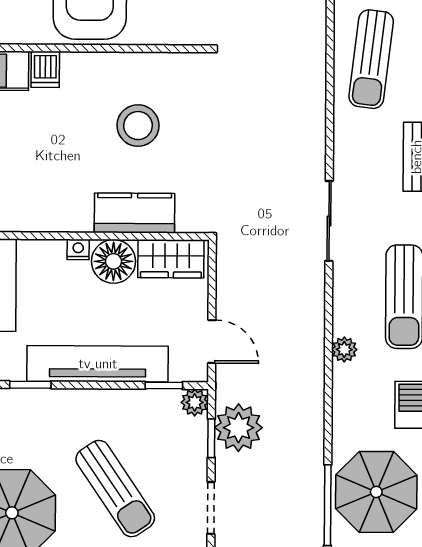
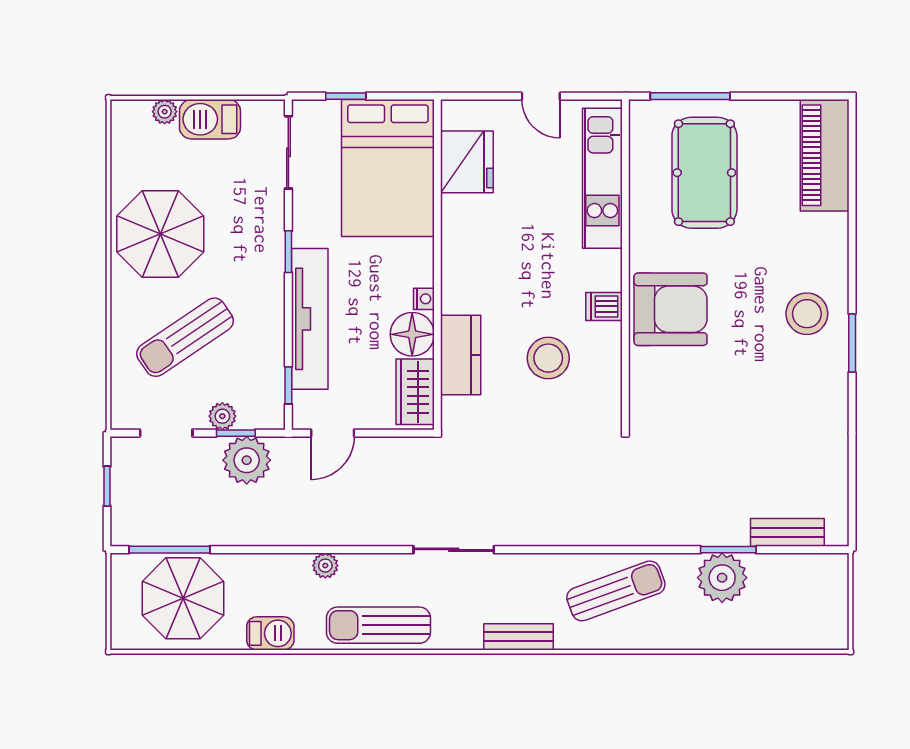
sun lounger: (371, 59) -> (616, 591), turned 153
dishwasher: (45, 69) -> (604, 306), moved
plant: (195, 402) -> (222, 416), moved

